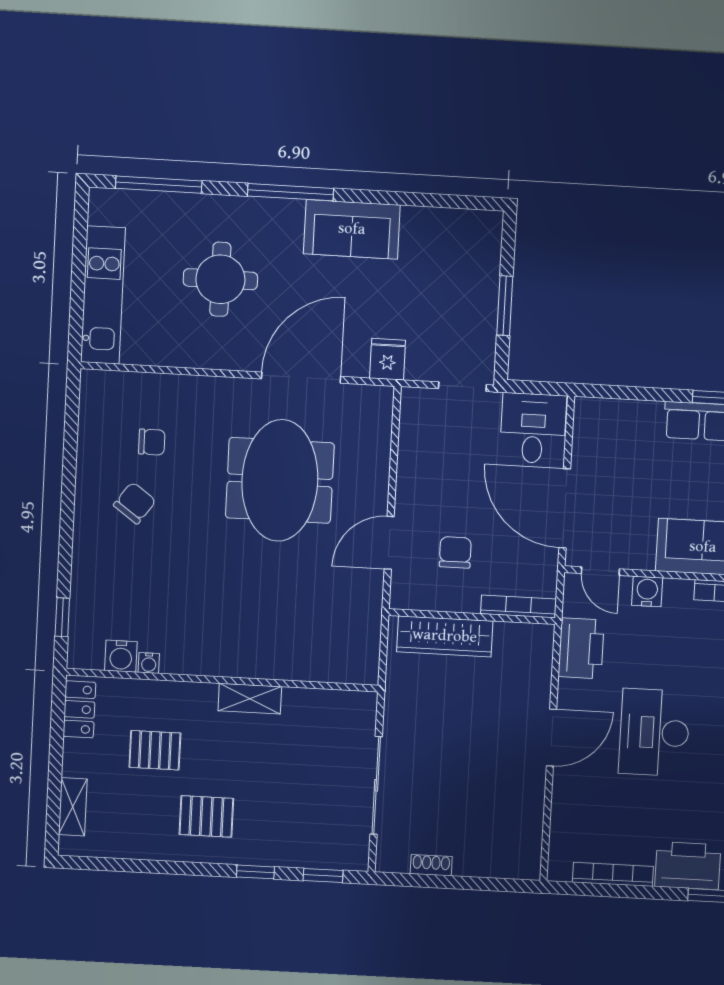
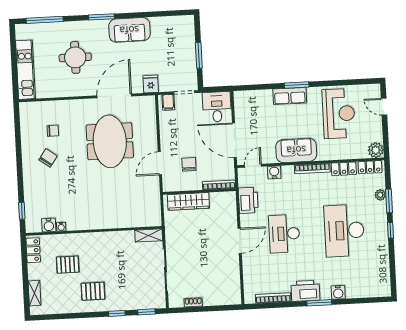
window: (291, 192) -> (101, 17), width x0.69
filing cabinet: (423, 406) -> (168, 102), added
door: (600, 571) -> (253, 166), swing flipped
shelving: (250, 699) -> (149, 235), moved

